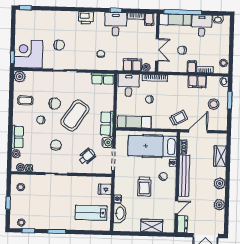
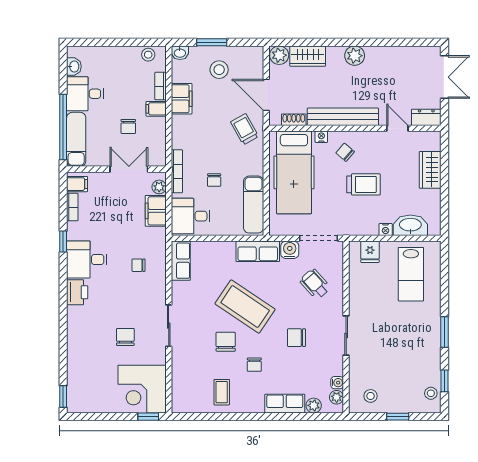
desk: (116, 24) -> (87, 260), moved
plant: (20, 77) -> (181, 403), removed
plant: (219, 205) -> (279, 55), moved

